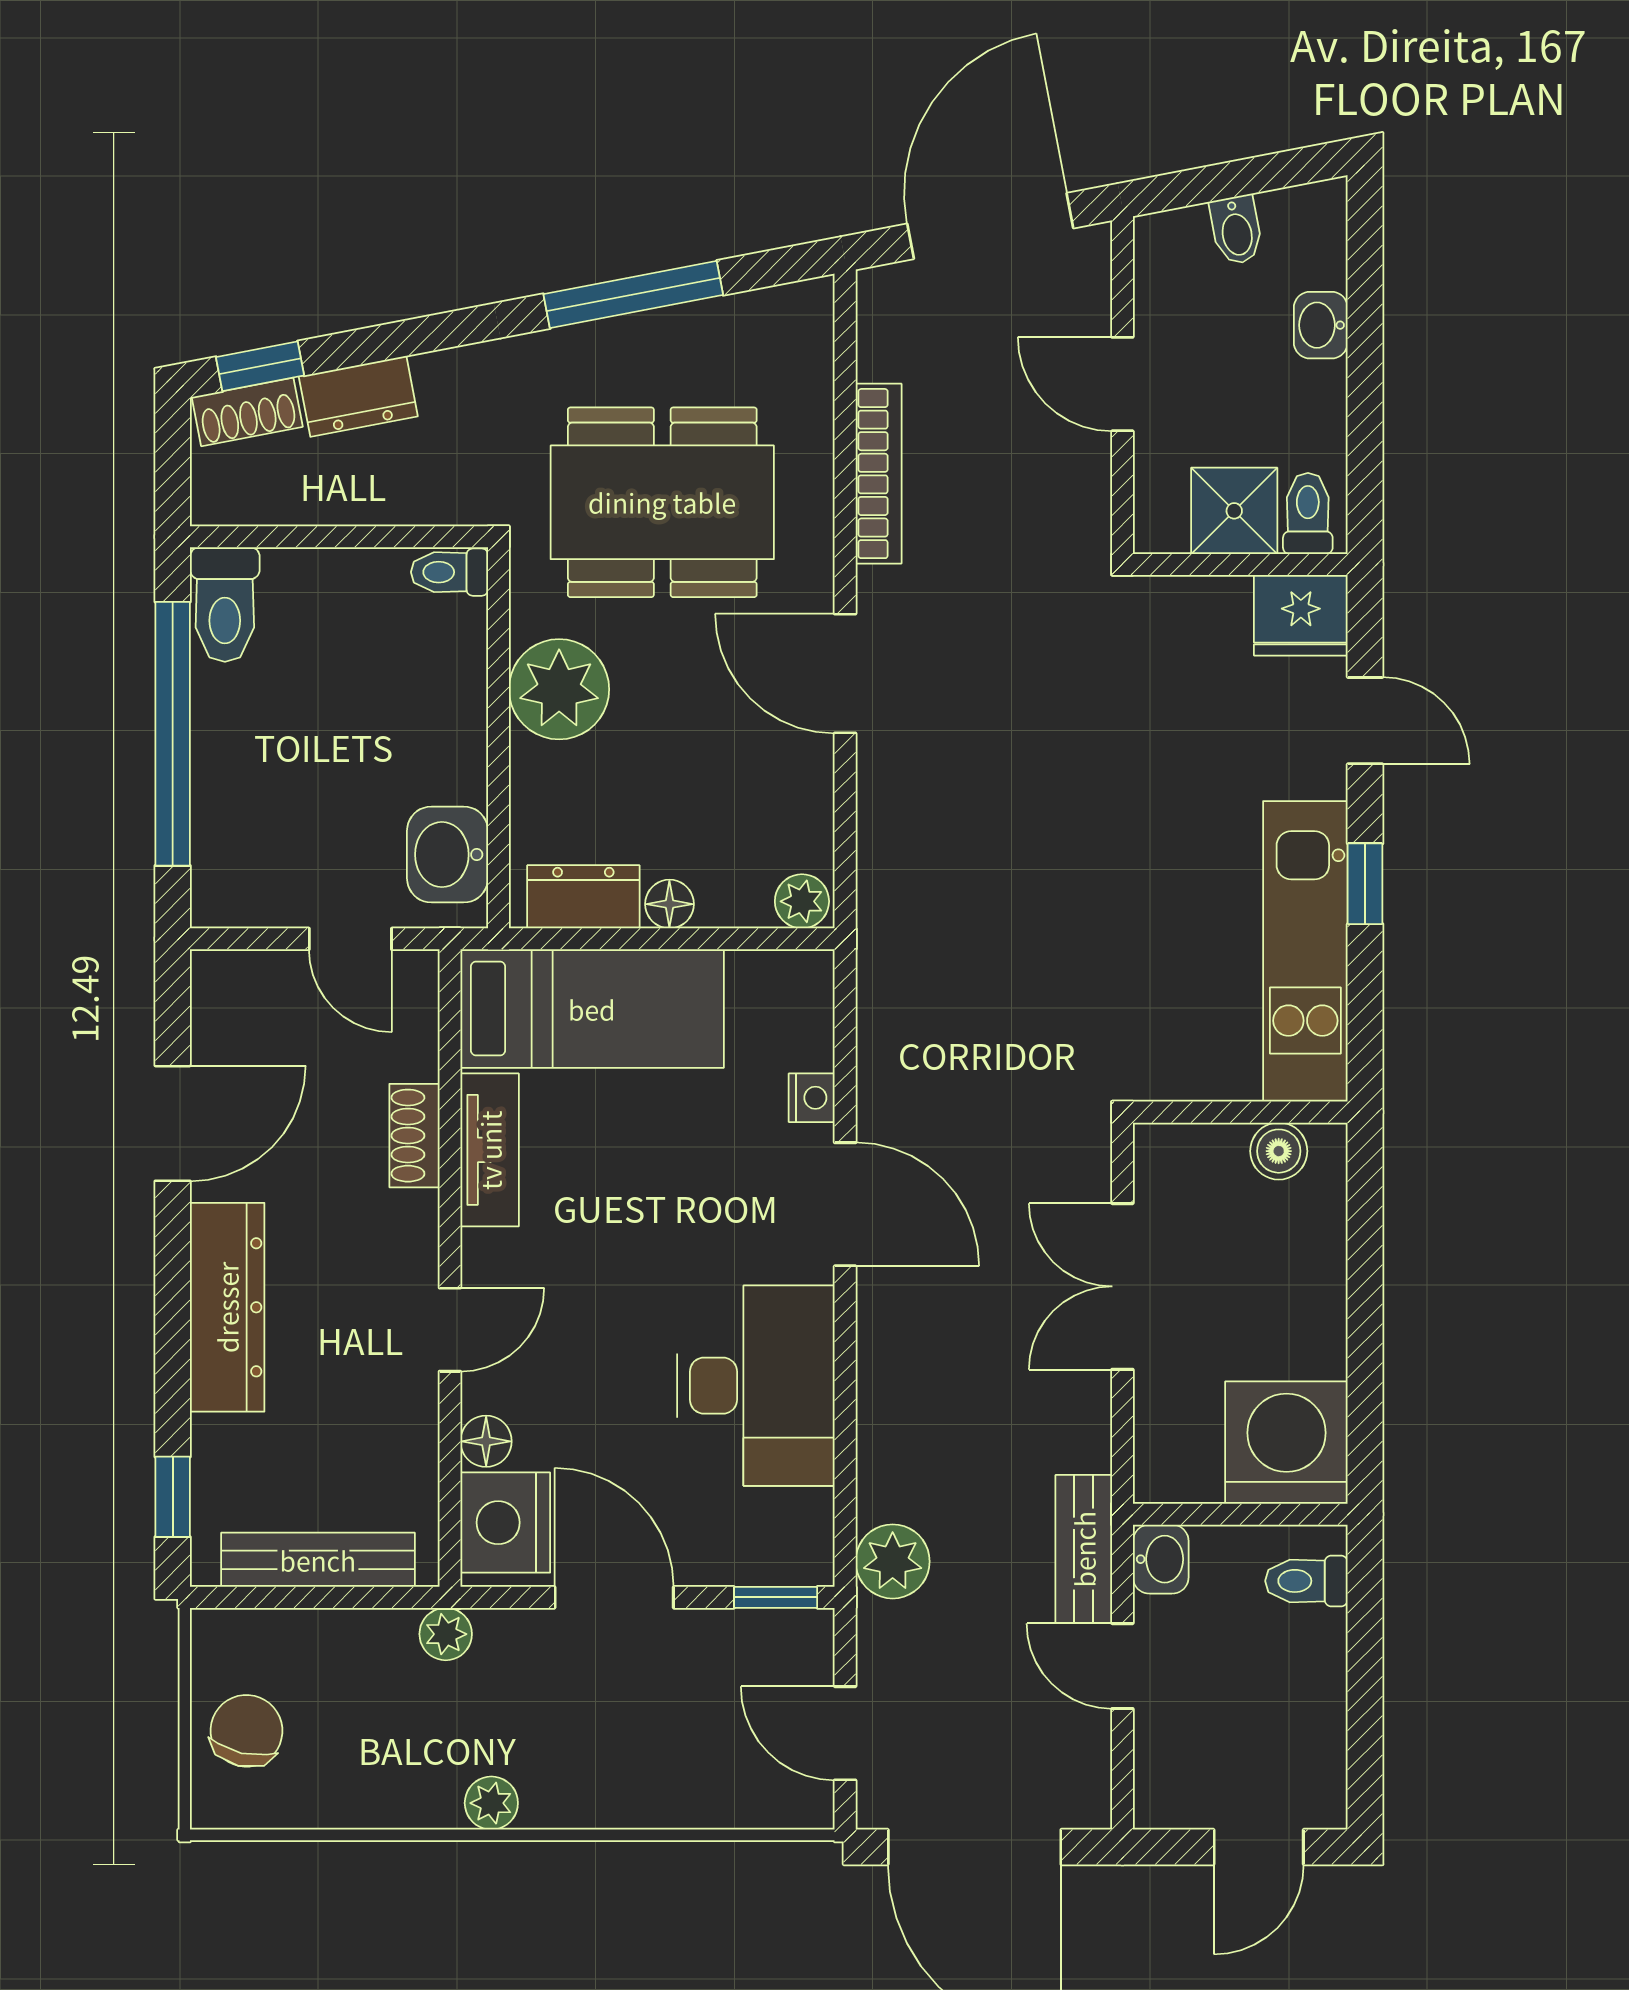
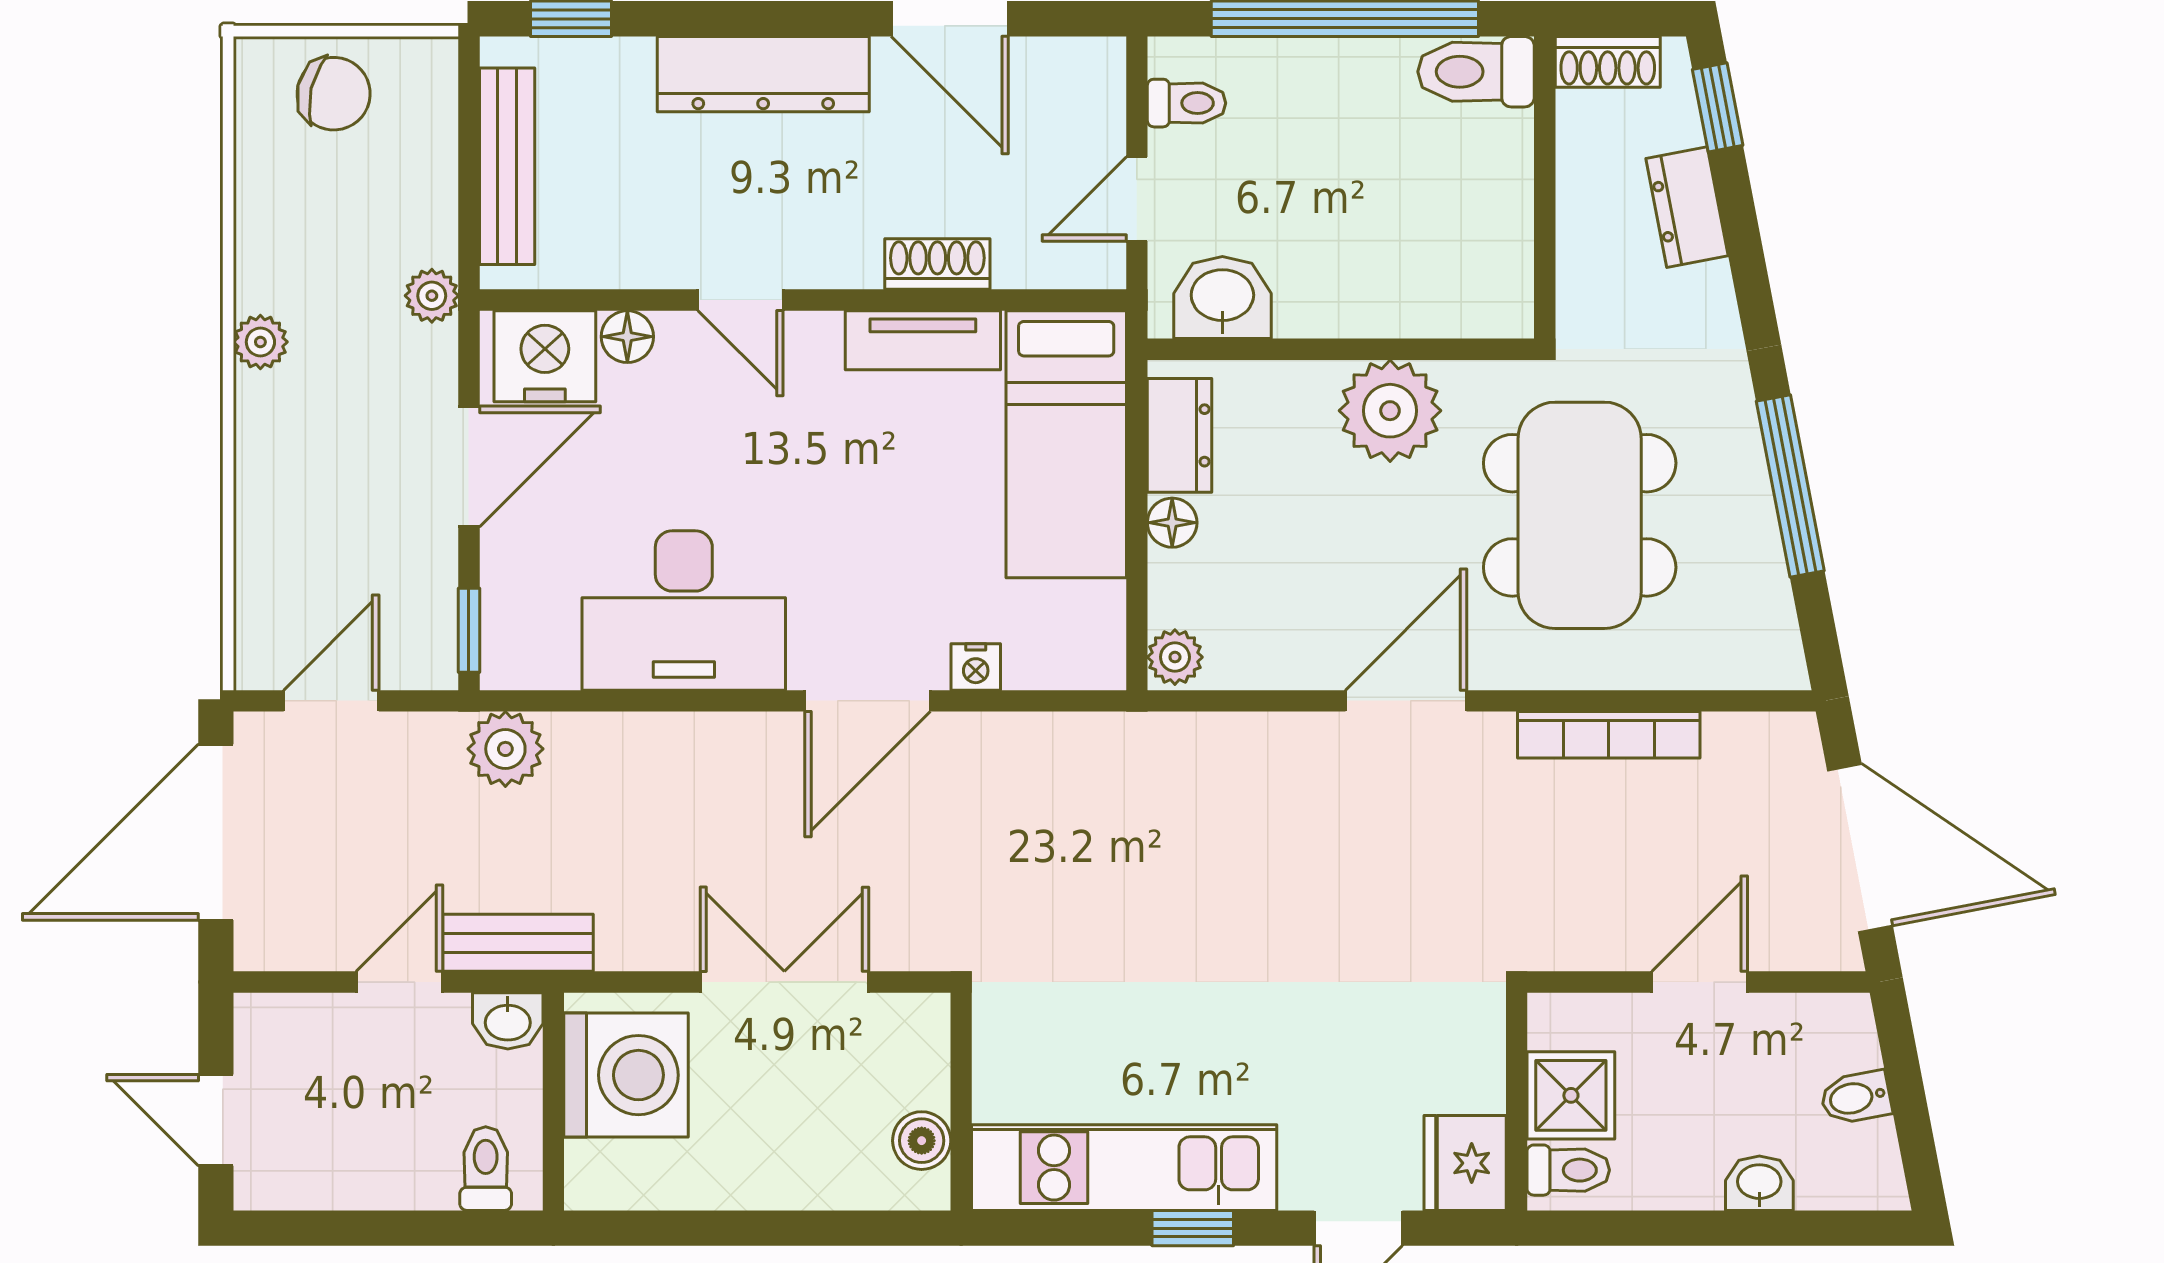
shoe rack: (247, 412) -> (1608, 62), moved, turned -79
toilet: (449, 572) -> (1187, 103), moved, turned 90
washing machine: (1286, 1443) -> (626, 1075), moved

